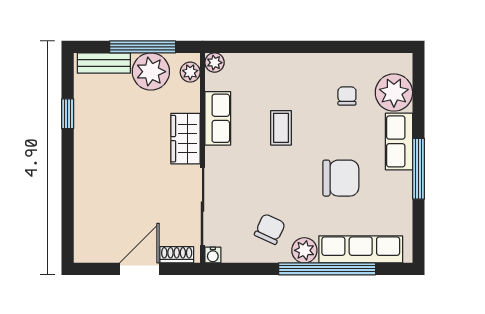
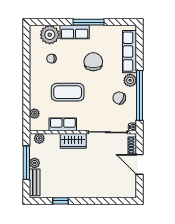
plant: (215, 63) -> (34, 114), moved
plant: (151, 72) -> (35, 163), width x0.53, depth x0.53
coffee table: (281, 128) -> (68, 92), width x1.86, depth x1.72
window: (327, 269) -> (140, 95), moved

